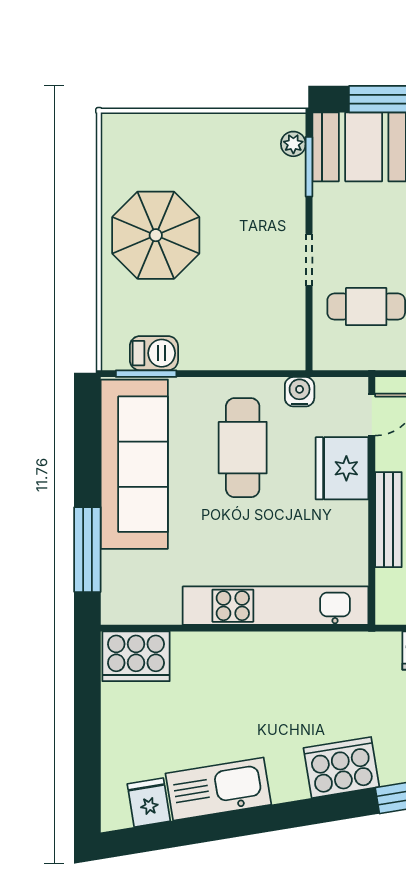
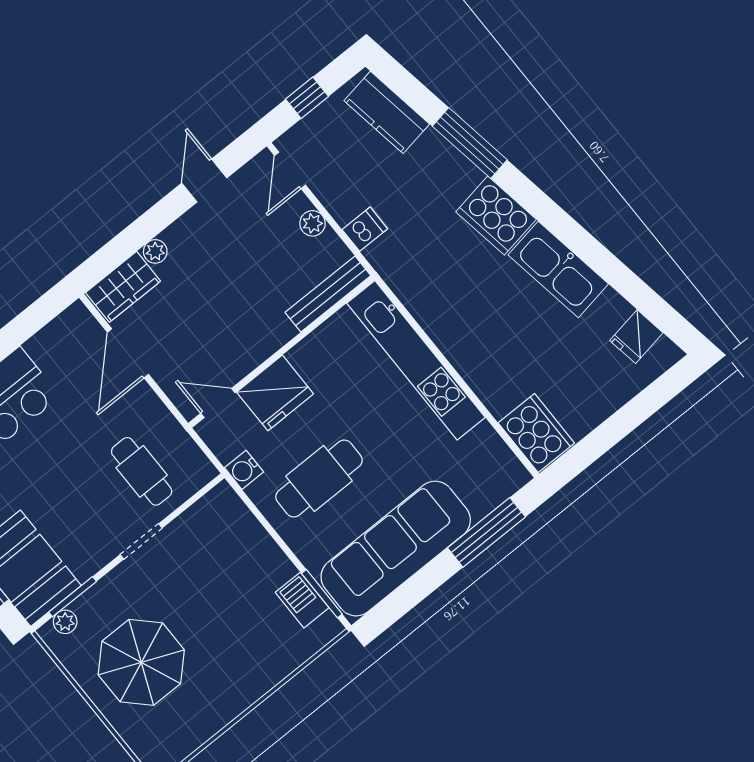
parasol: (156, 235) -> (141, 662), moved
bench: (388, 520) -> (328, 294), moved
kitchen sink: (218, 789) -> (558, 269), moved

